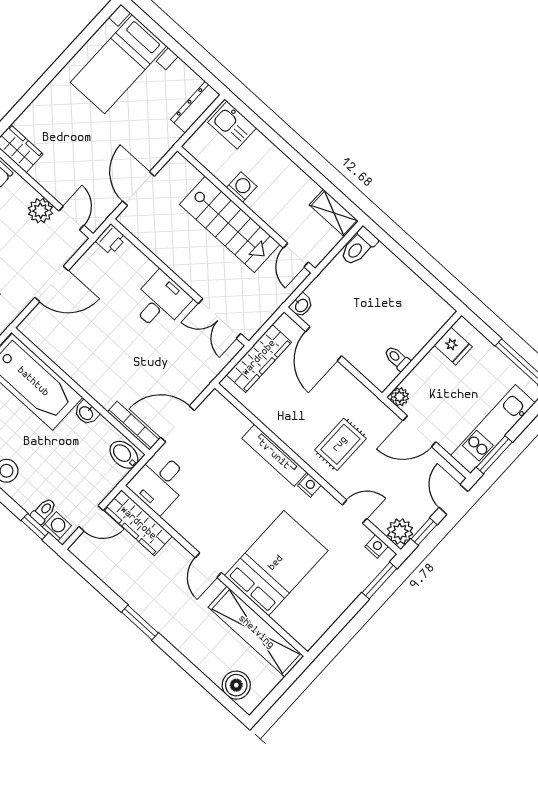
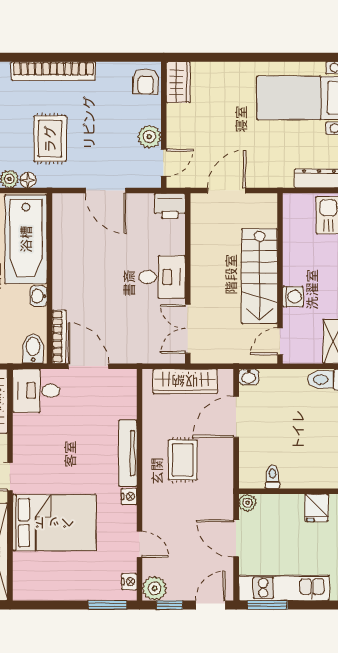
washing machine: (242, 187) -> (293, 297), moved
printer: (111, 239) -> (170, 206), width x1.36, depth x1.24
rug: (340, 444) -> (183, 460), moved, turned 90

